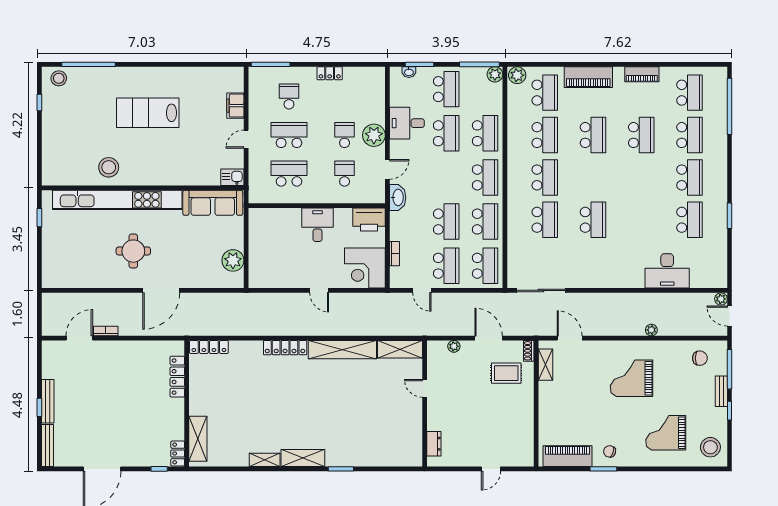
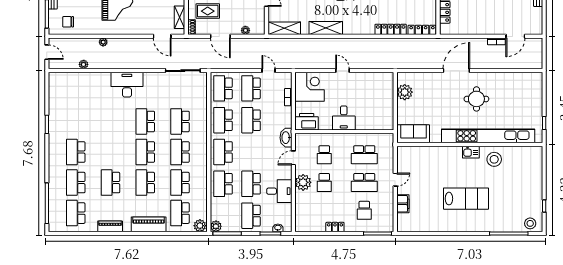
kitchen sink: (232, 177) -> (471, 152), moved
sofa: (213, 203) -> (414, 134), width x0.73
school desk: (690, 220) -> (145, 152), moved
desk: (667, 271) -> (127, 85), moved
plant: (721, 299) -> (84, 64), moved
locker: (285, 348) -> (391, 29), moved
shelving: (342, 350) -> (326, 28), width x0.68

